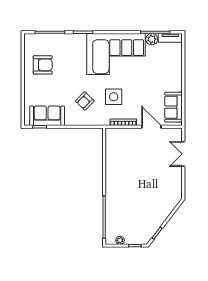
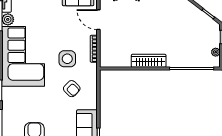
door: (151, 127) -> (98, 20), hinge flipped
wardrobe: (112, 175) -> (149, 61), added

